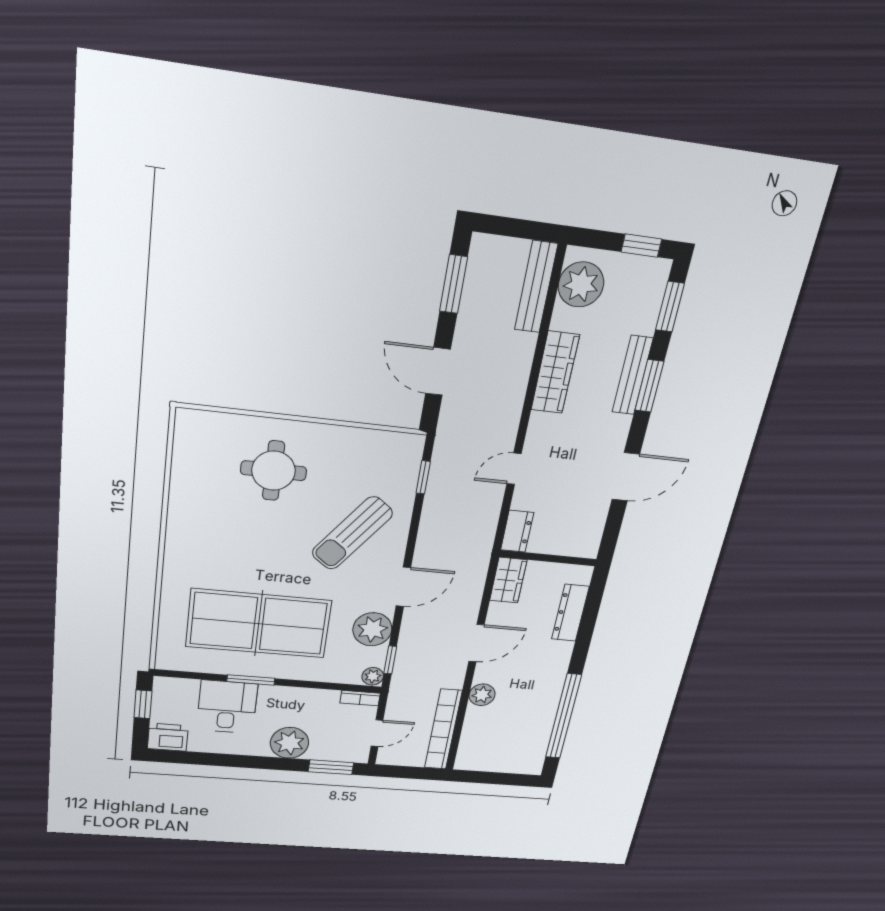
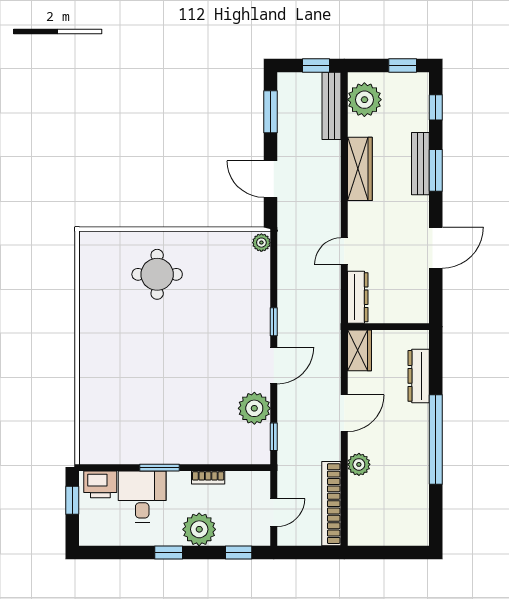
window: (527, 229) -> (316, 66), added
window: (670, 307) -> (436, 107), width x0.67
window: (423, 477) -> (274, 322), moved
dresser: (517, 531) -> (358, 297), width x1.44
sun lounger: (352, 533) -> (225, 321), removed
table tennis table: (259, 624) -> (160, 412), removed
plant: (373, 676) -> (261, 243), moved
bookcase: (360, 698) -> (208, 478), moved
window: (563, 716) -> (436, 439), moved
printer: (168, 737) -> (100, 484), moved, turned 180
window: (251, 762) -> (169, 552), added
window: (331, 767) -> (239, 552), width x0.67

